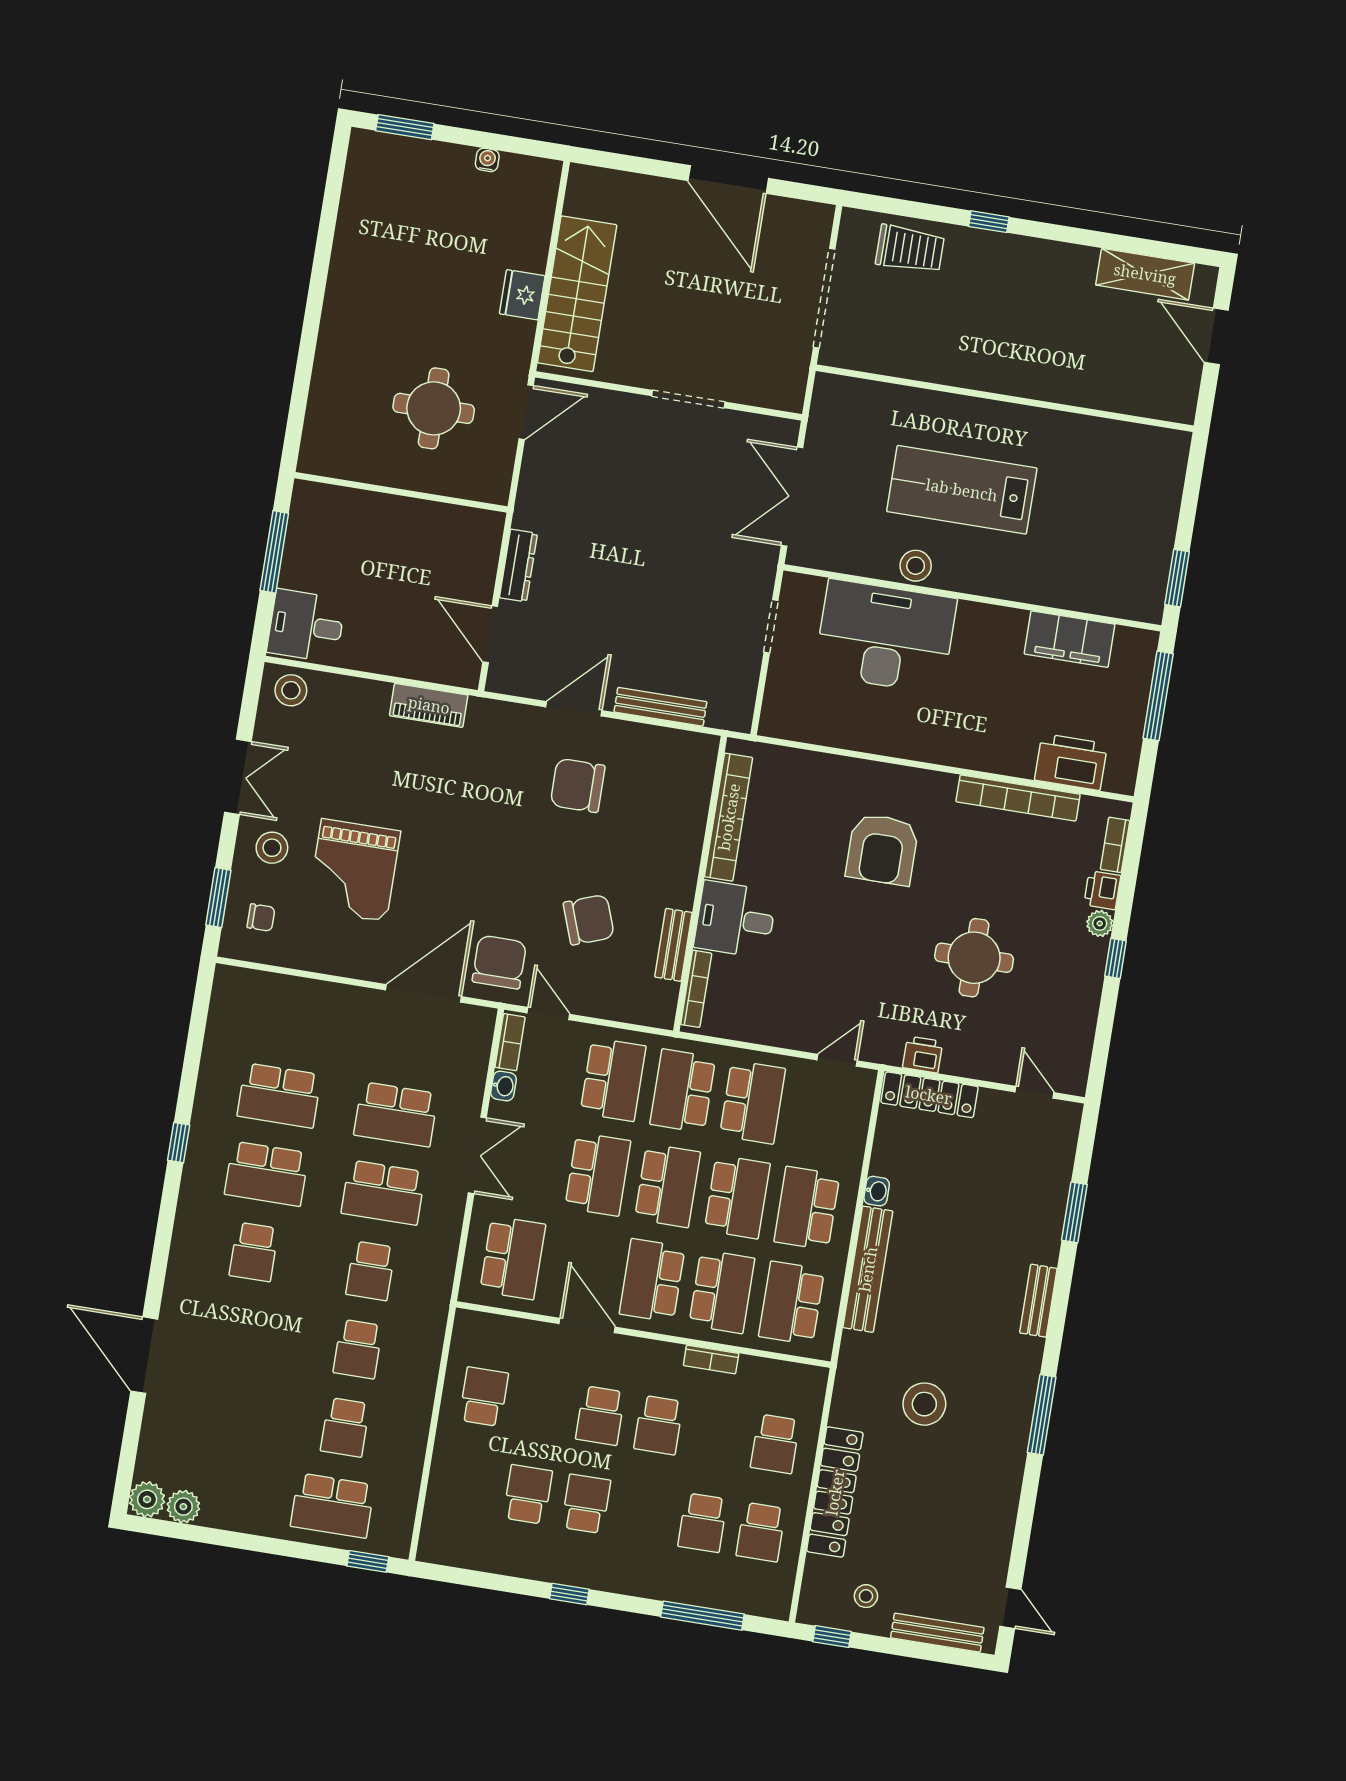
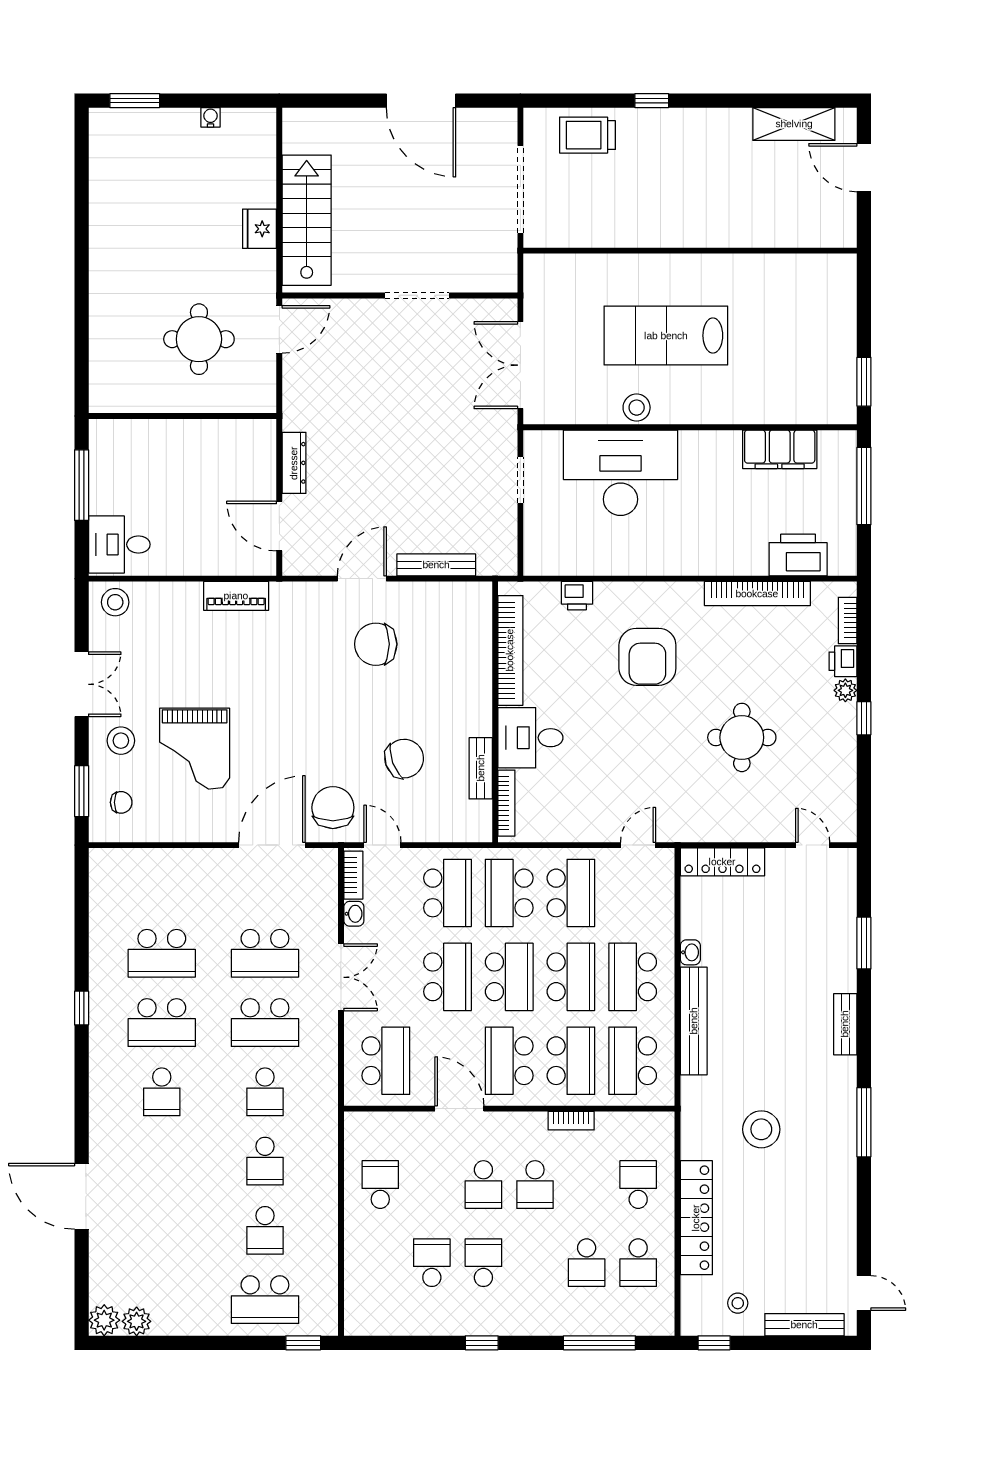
trolley: (910, 249) -> (588, 135), turned 180
printer: (923, 1055) -> (577, 596), moved, turned 180
school desk: (775, 1444) -> (638, 1185), turned 180

